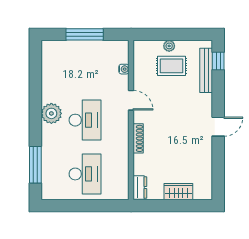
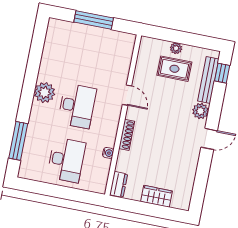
water cooler: (124, 69) -> (108, 153), moved
plant: (204, 102) -> (200, 111), added

